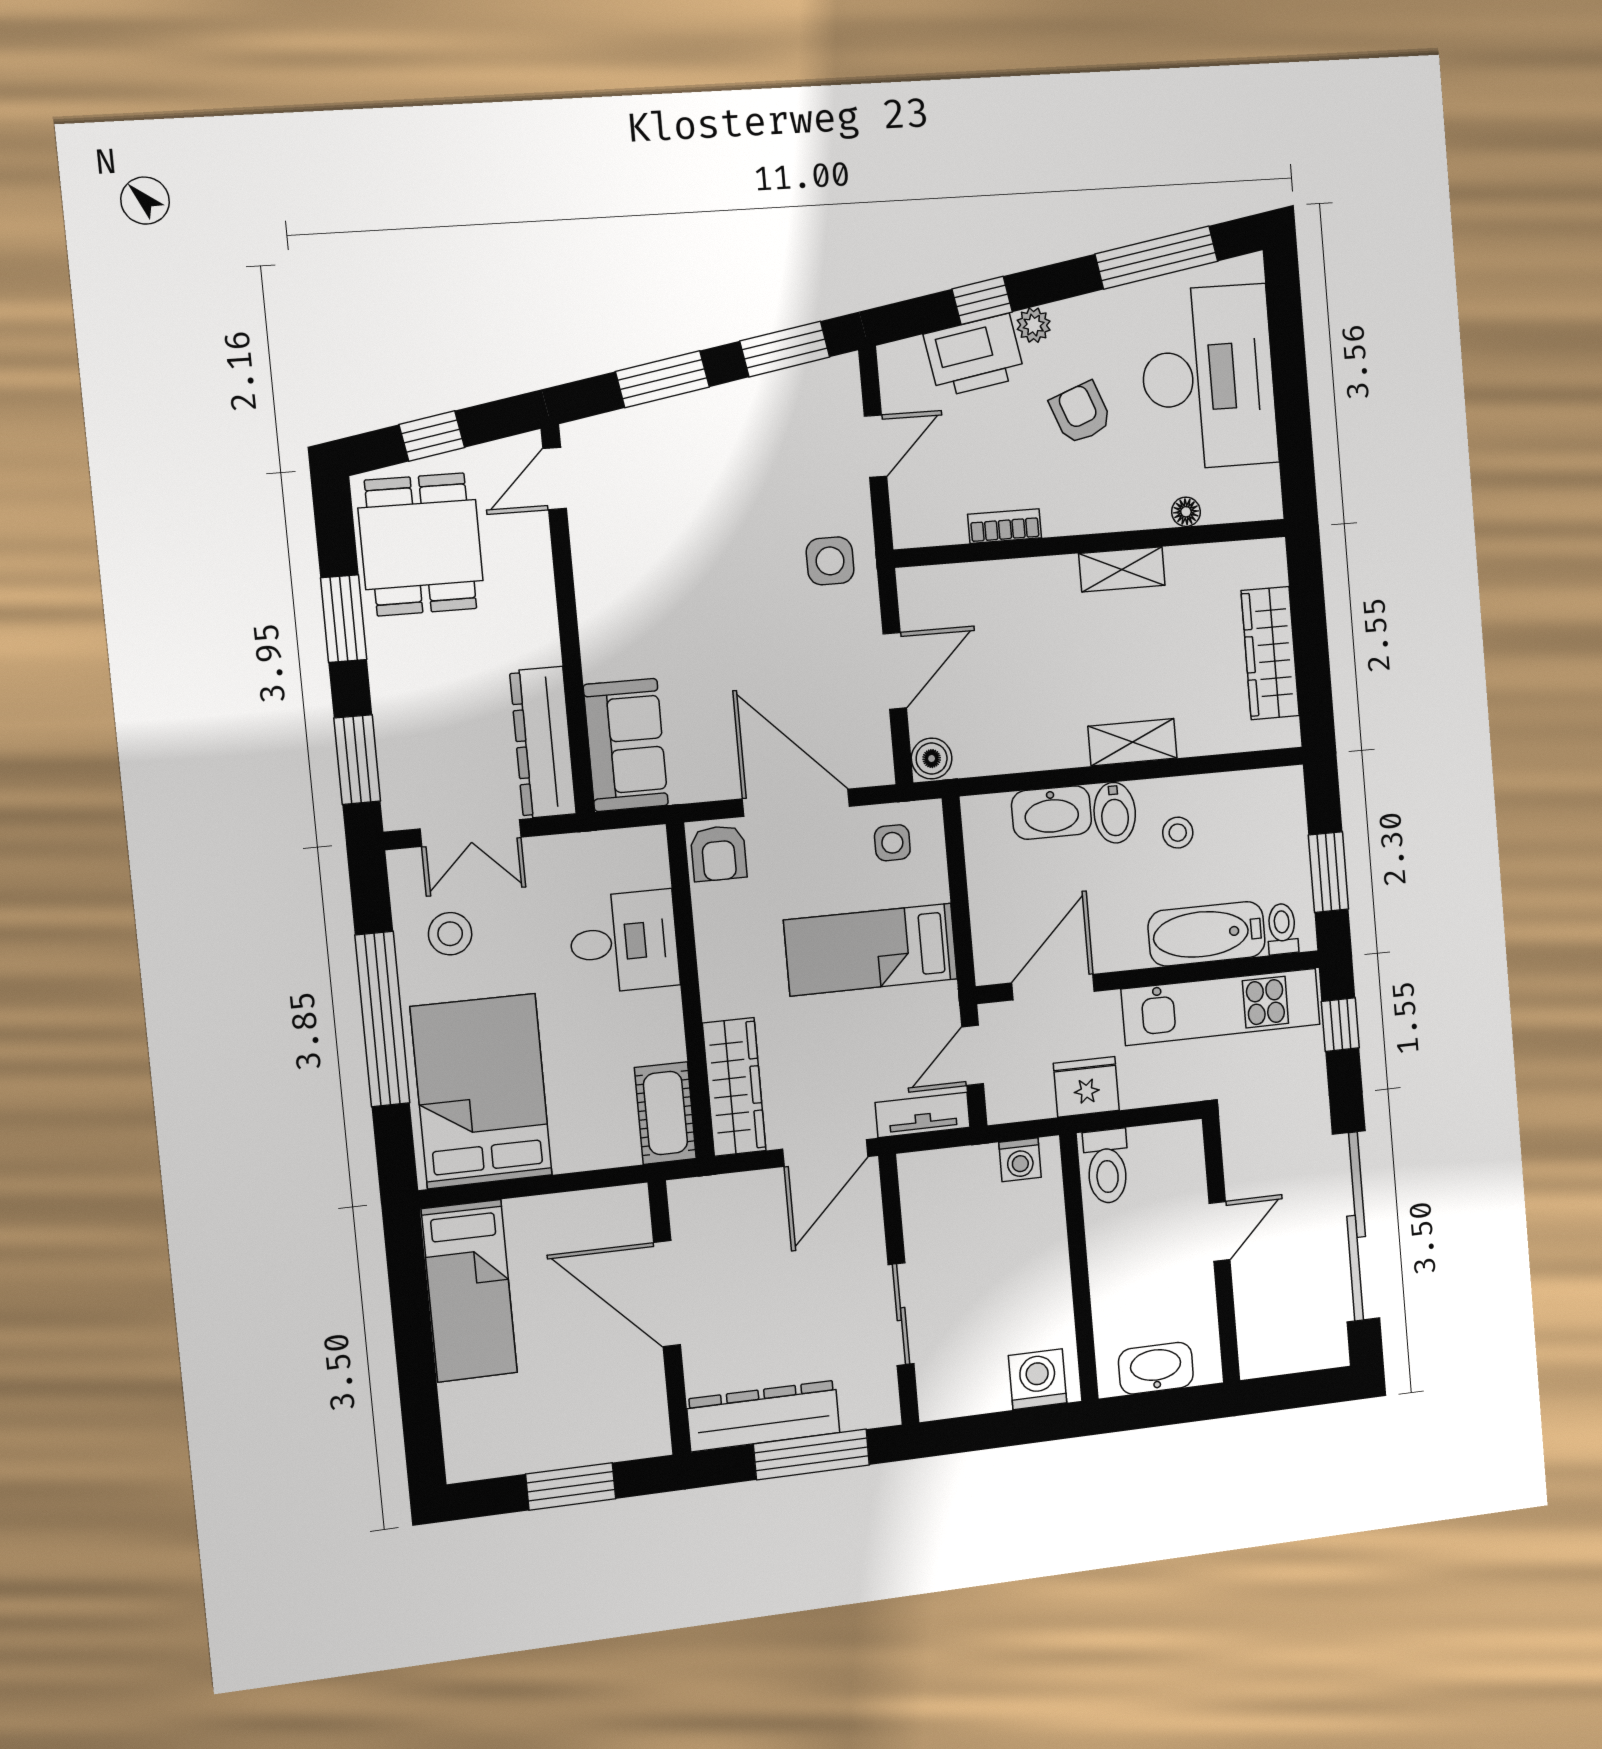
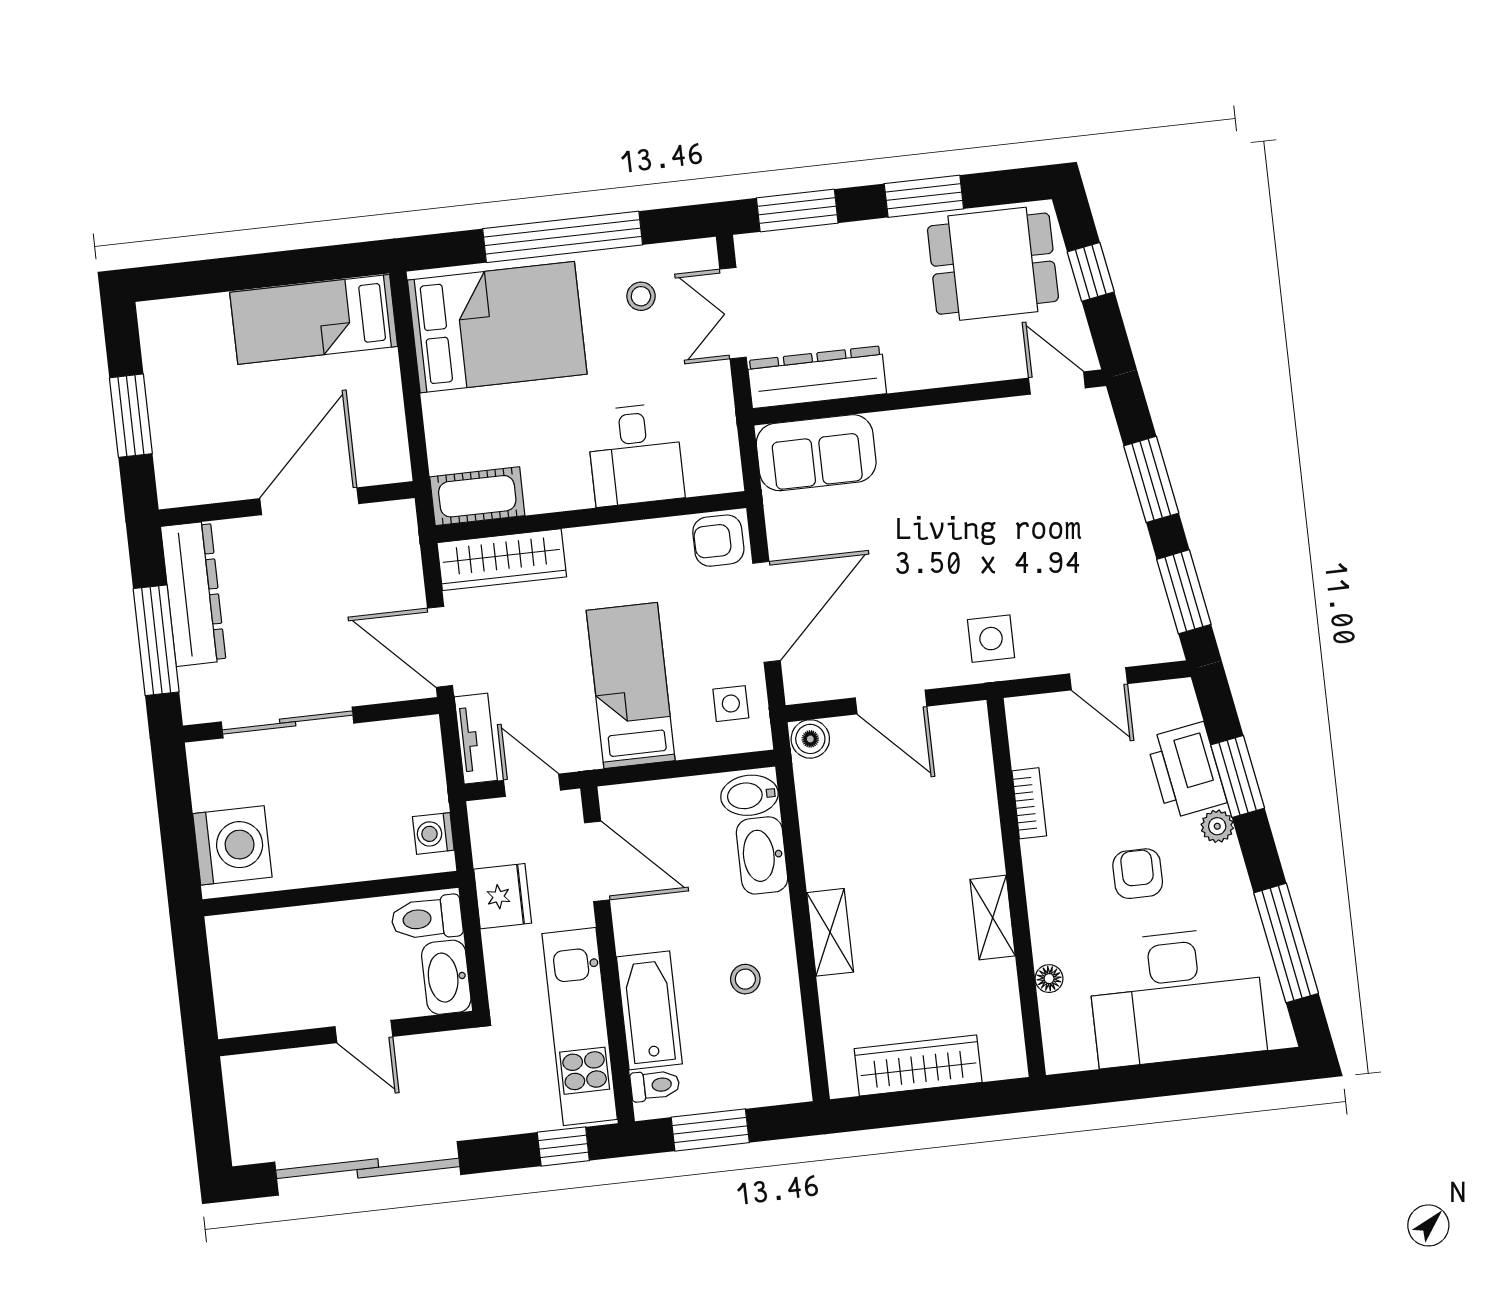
window: (982, 300) -> (1238, 776), width x1.50
armchair: (1081, 413) -> (1138, 874), turned -69
bidet: (1115, 813) -> (749, 795), moved
stool: (450, 934) -> (641, 296), width x0.73, depth x0.73
sliding door: (901, 1314) -> (288, 722), width x1.37
washbasin: (1156, 1368) -> (446, 977), moved, turned 180
washing machine: (1038, 1379) -> (232, 845), width x1.37, depth x1.37

